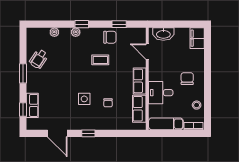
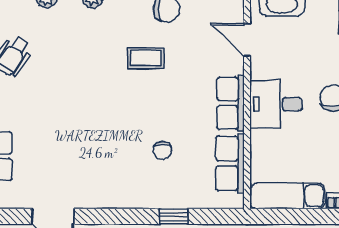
desk: (161, 93) -> (276, 104), moved
side table: (84, 99) -> (111, 142), removed
window: (88, 133) -> (174, 216), moved

